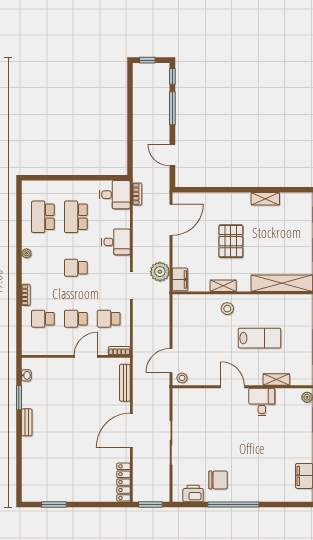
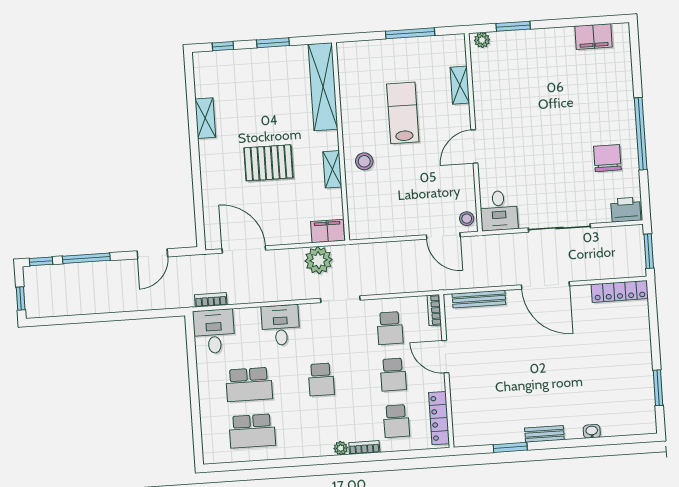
plant: (27, 253) -> (341, 448), moved
locker: (43, 349) -> (439, 418), added
washbasin: (26, 375) -> (592, 431), moved
desk: (262, 402) -> (499, 211), moved, turned -90
printer: (193, 493) -> (626, 210), moved, turned 90

